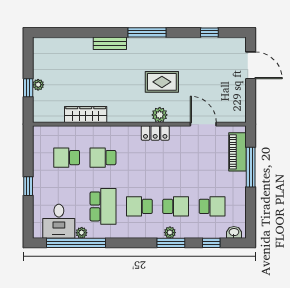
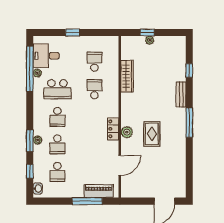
window: (209, 32) -> (189, 71), moved
school desk: (139, 206) -> (57, 117), turned 180

